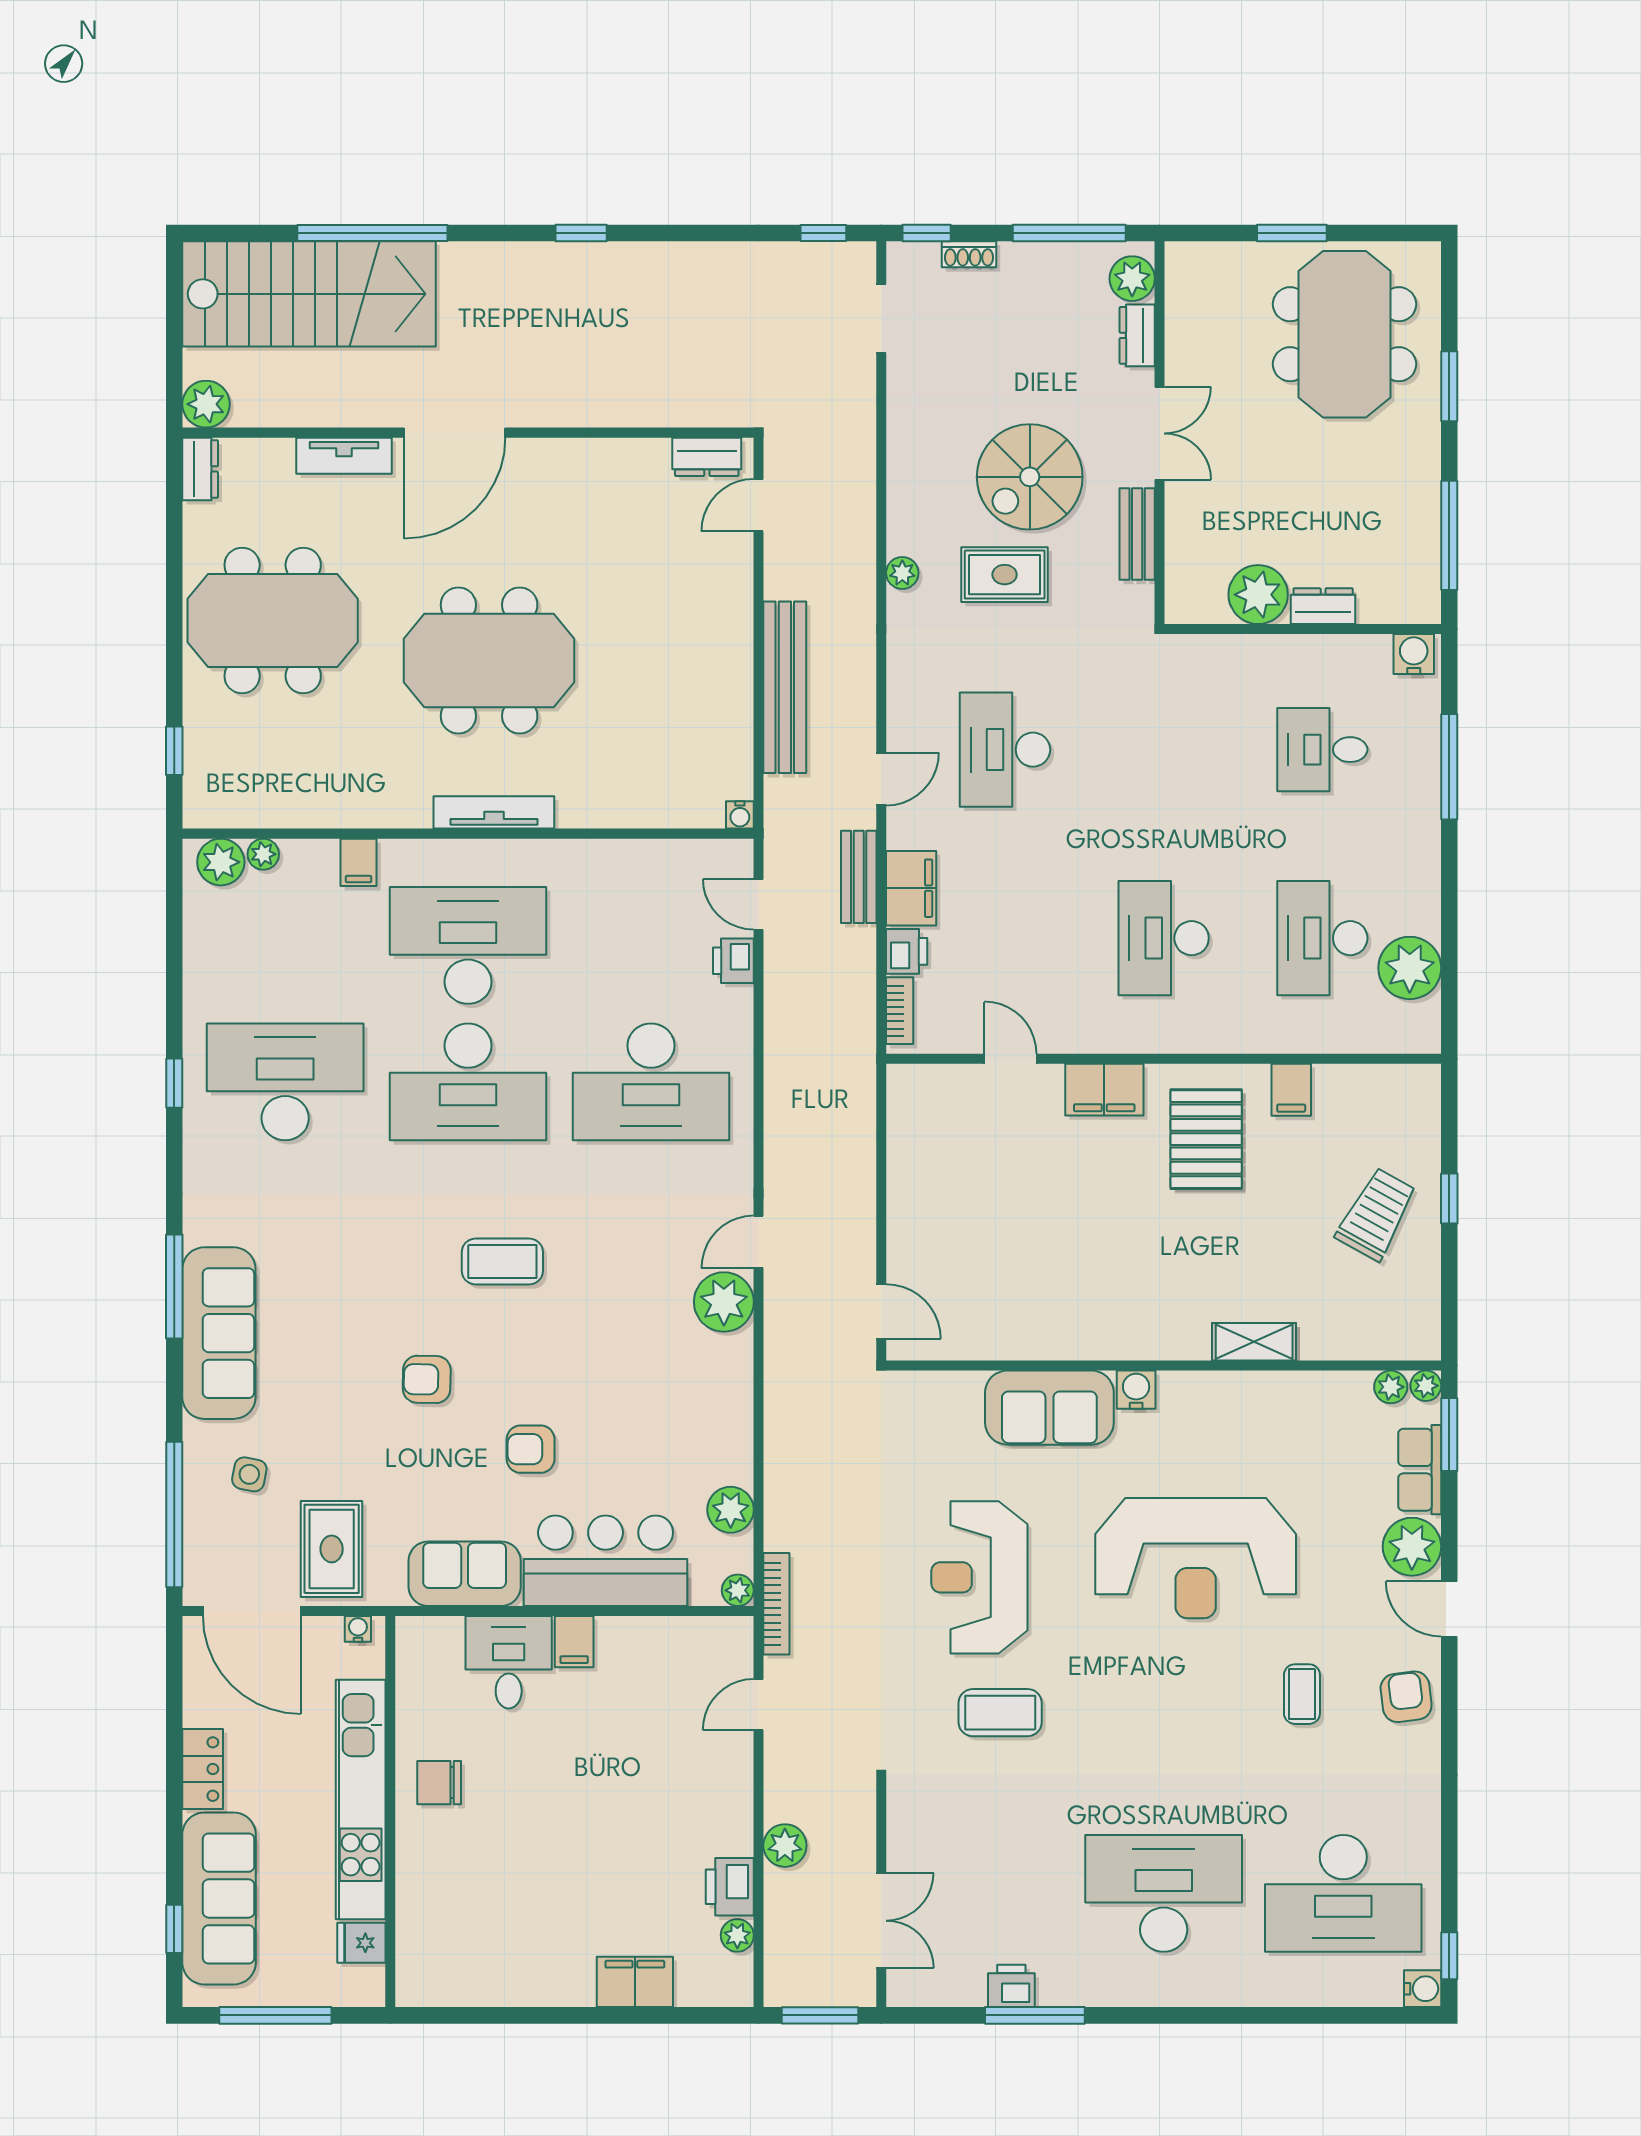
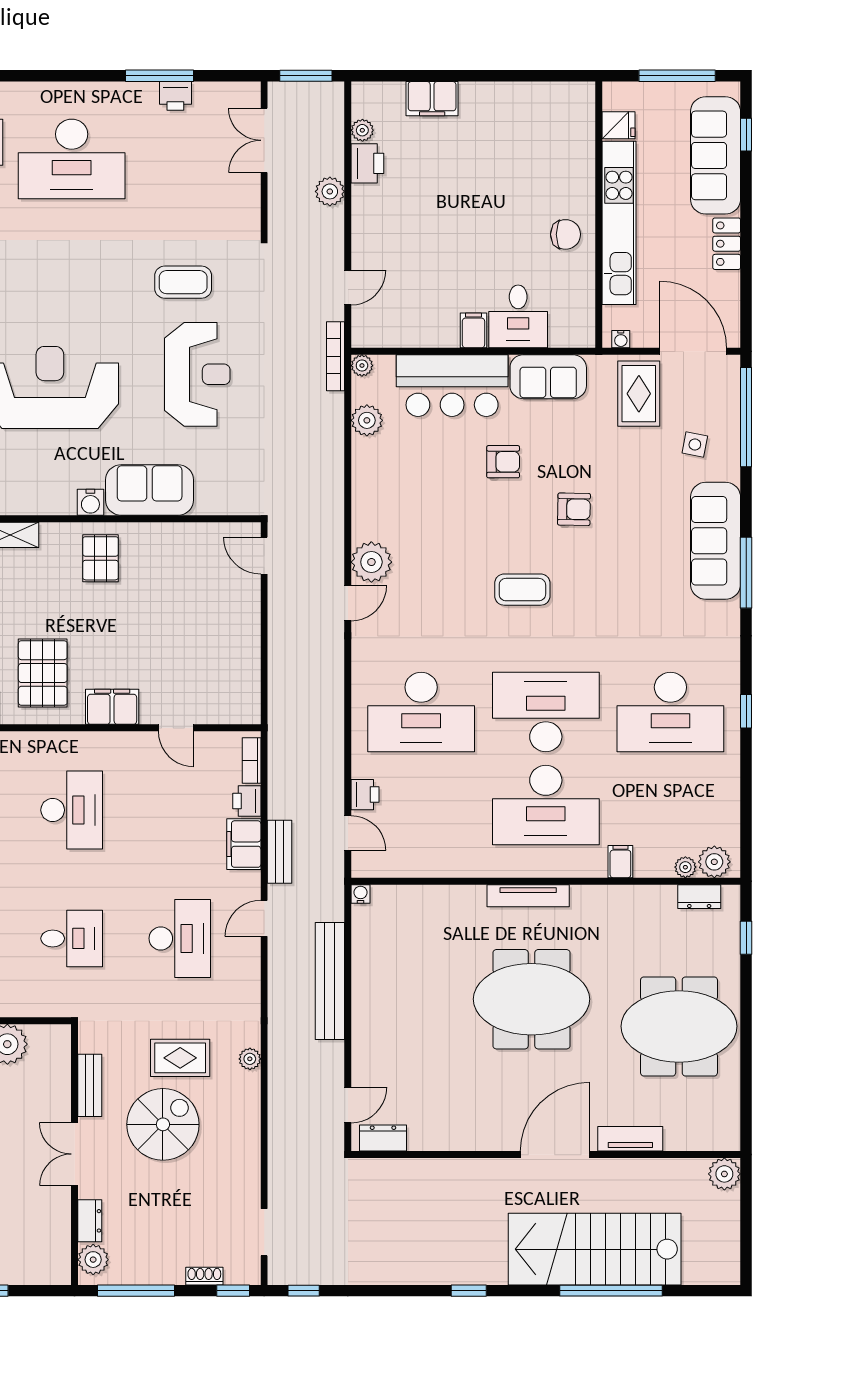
stairs: (309, 294) -> (595, 1249), moved
dresser: (200, 469) -> (699, 897), moved, turned -90
desk: (1164, 750) -> (72, 938), added
desk: (651, 1082) -> (421, 712), turned 180
pallet: (1121, 1307) -> (100, 558), added

